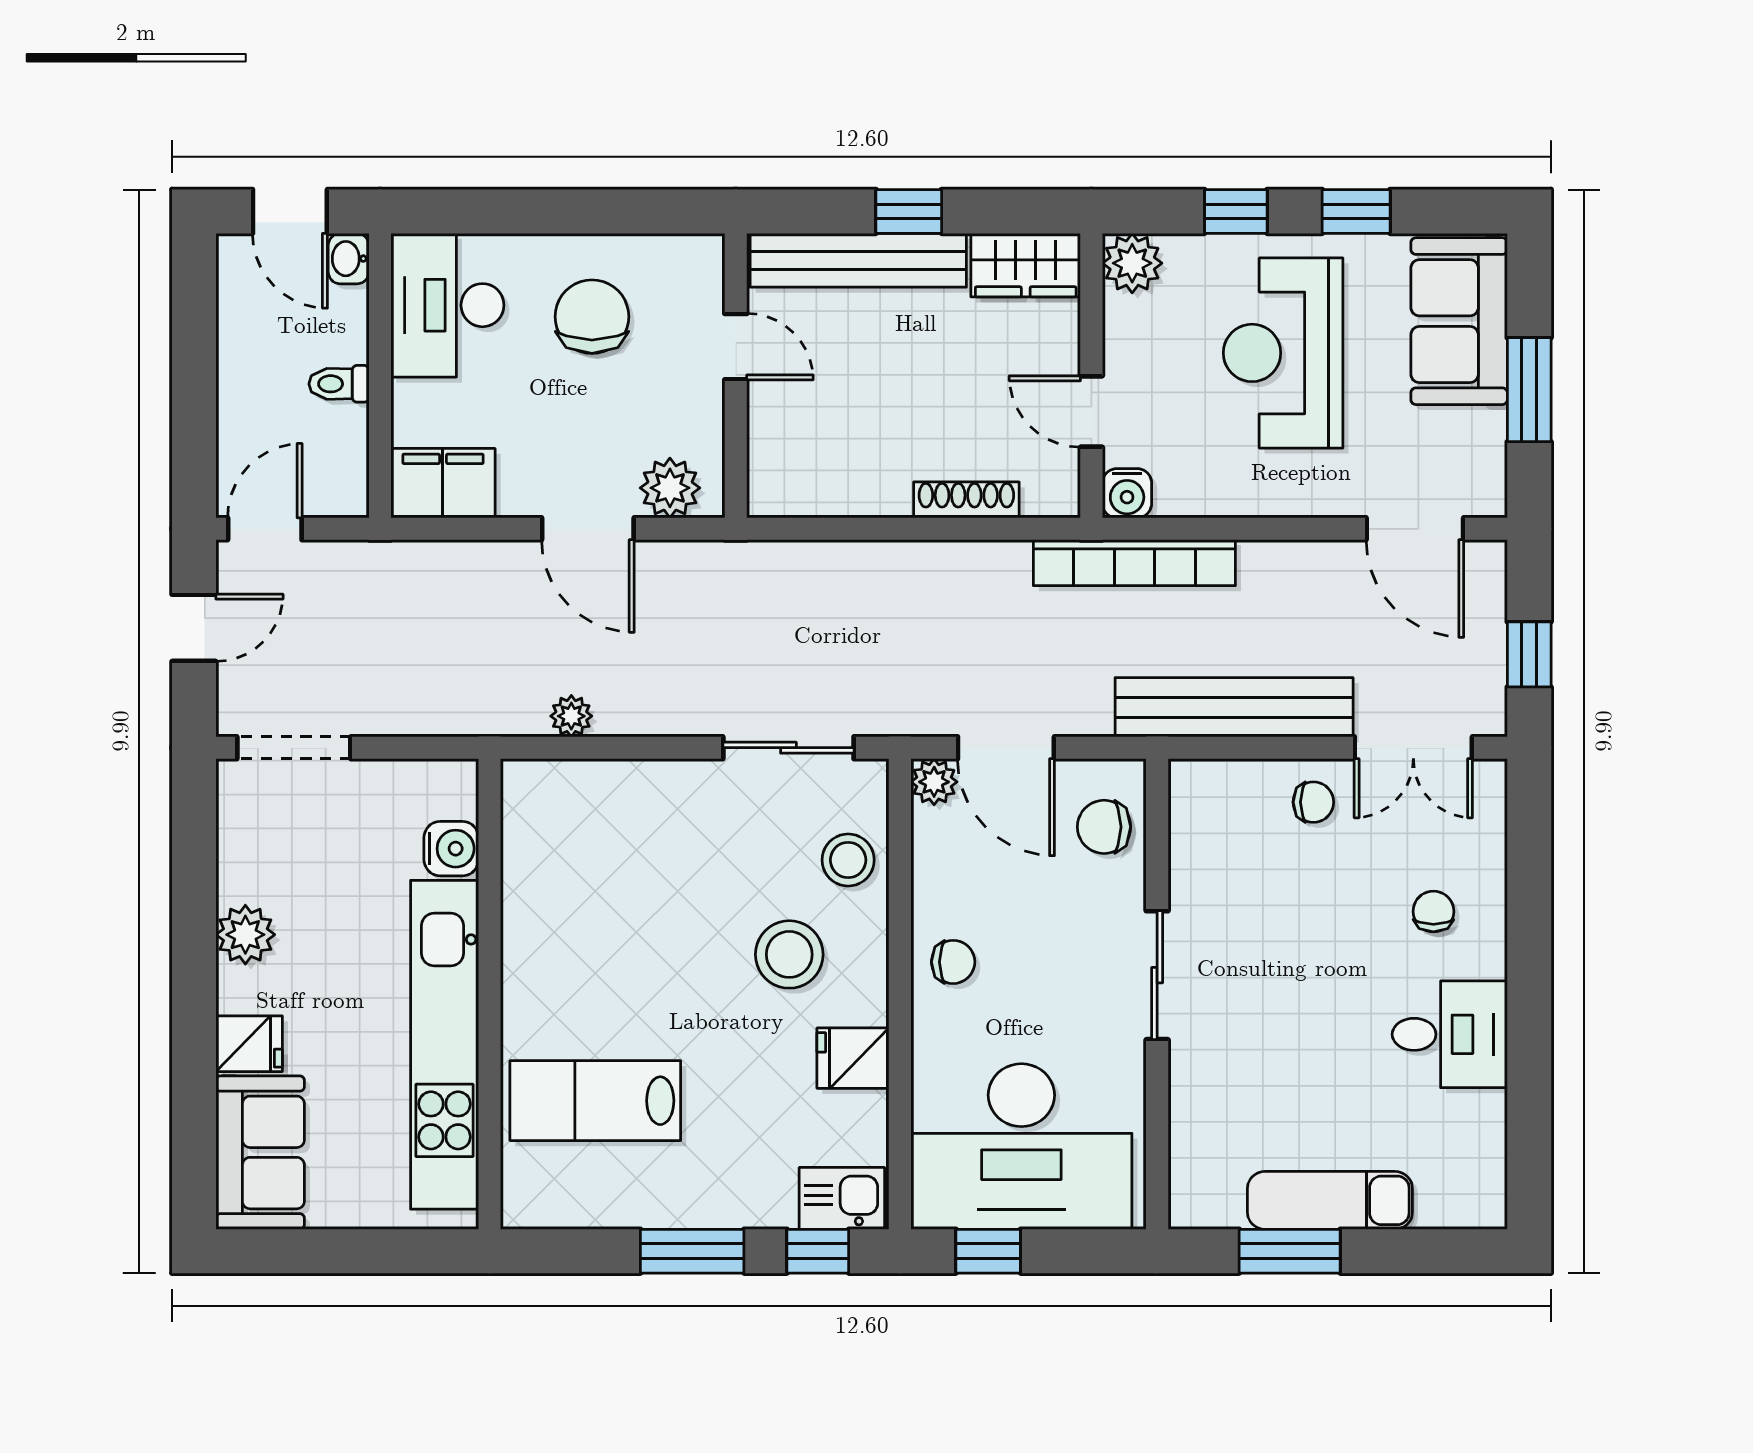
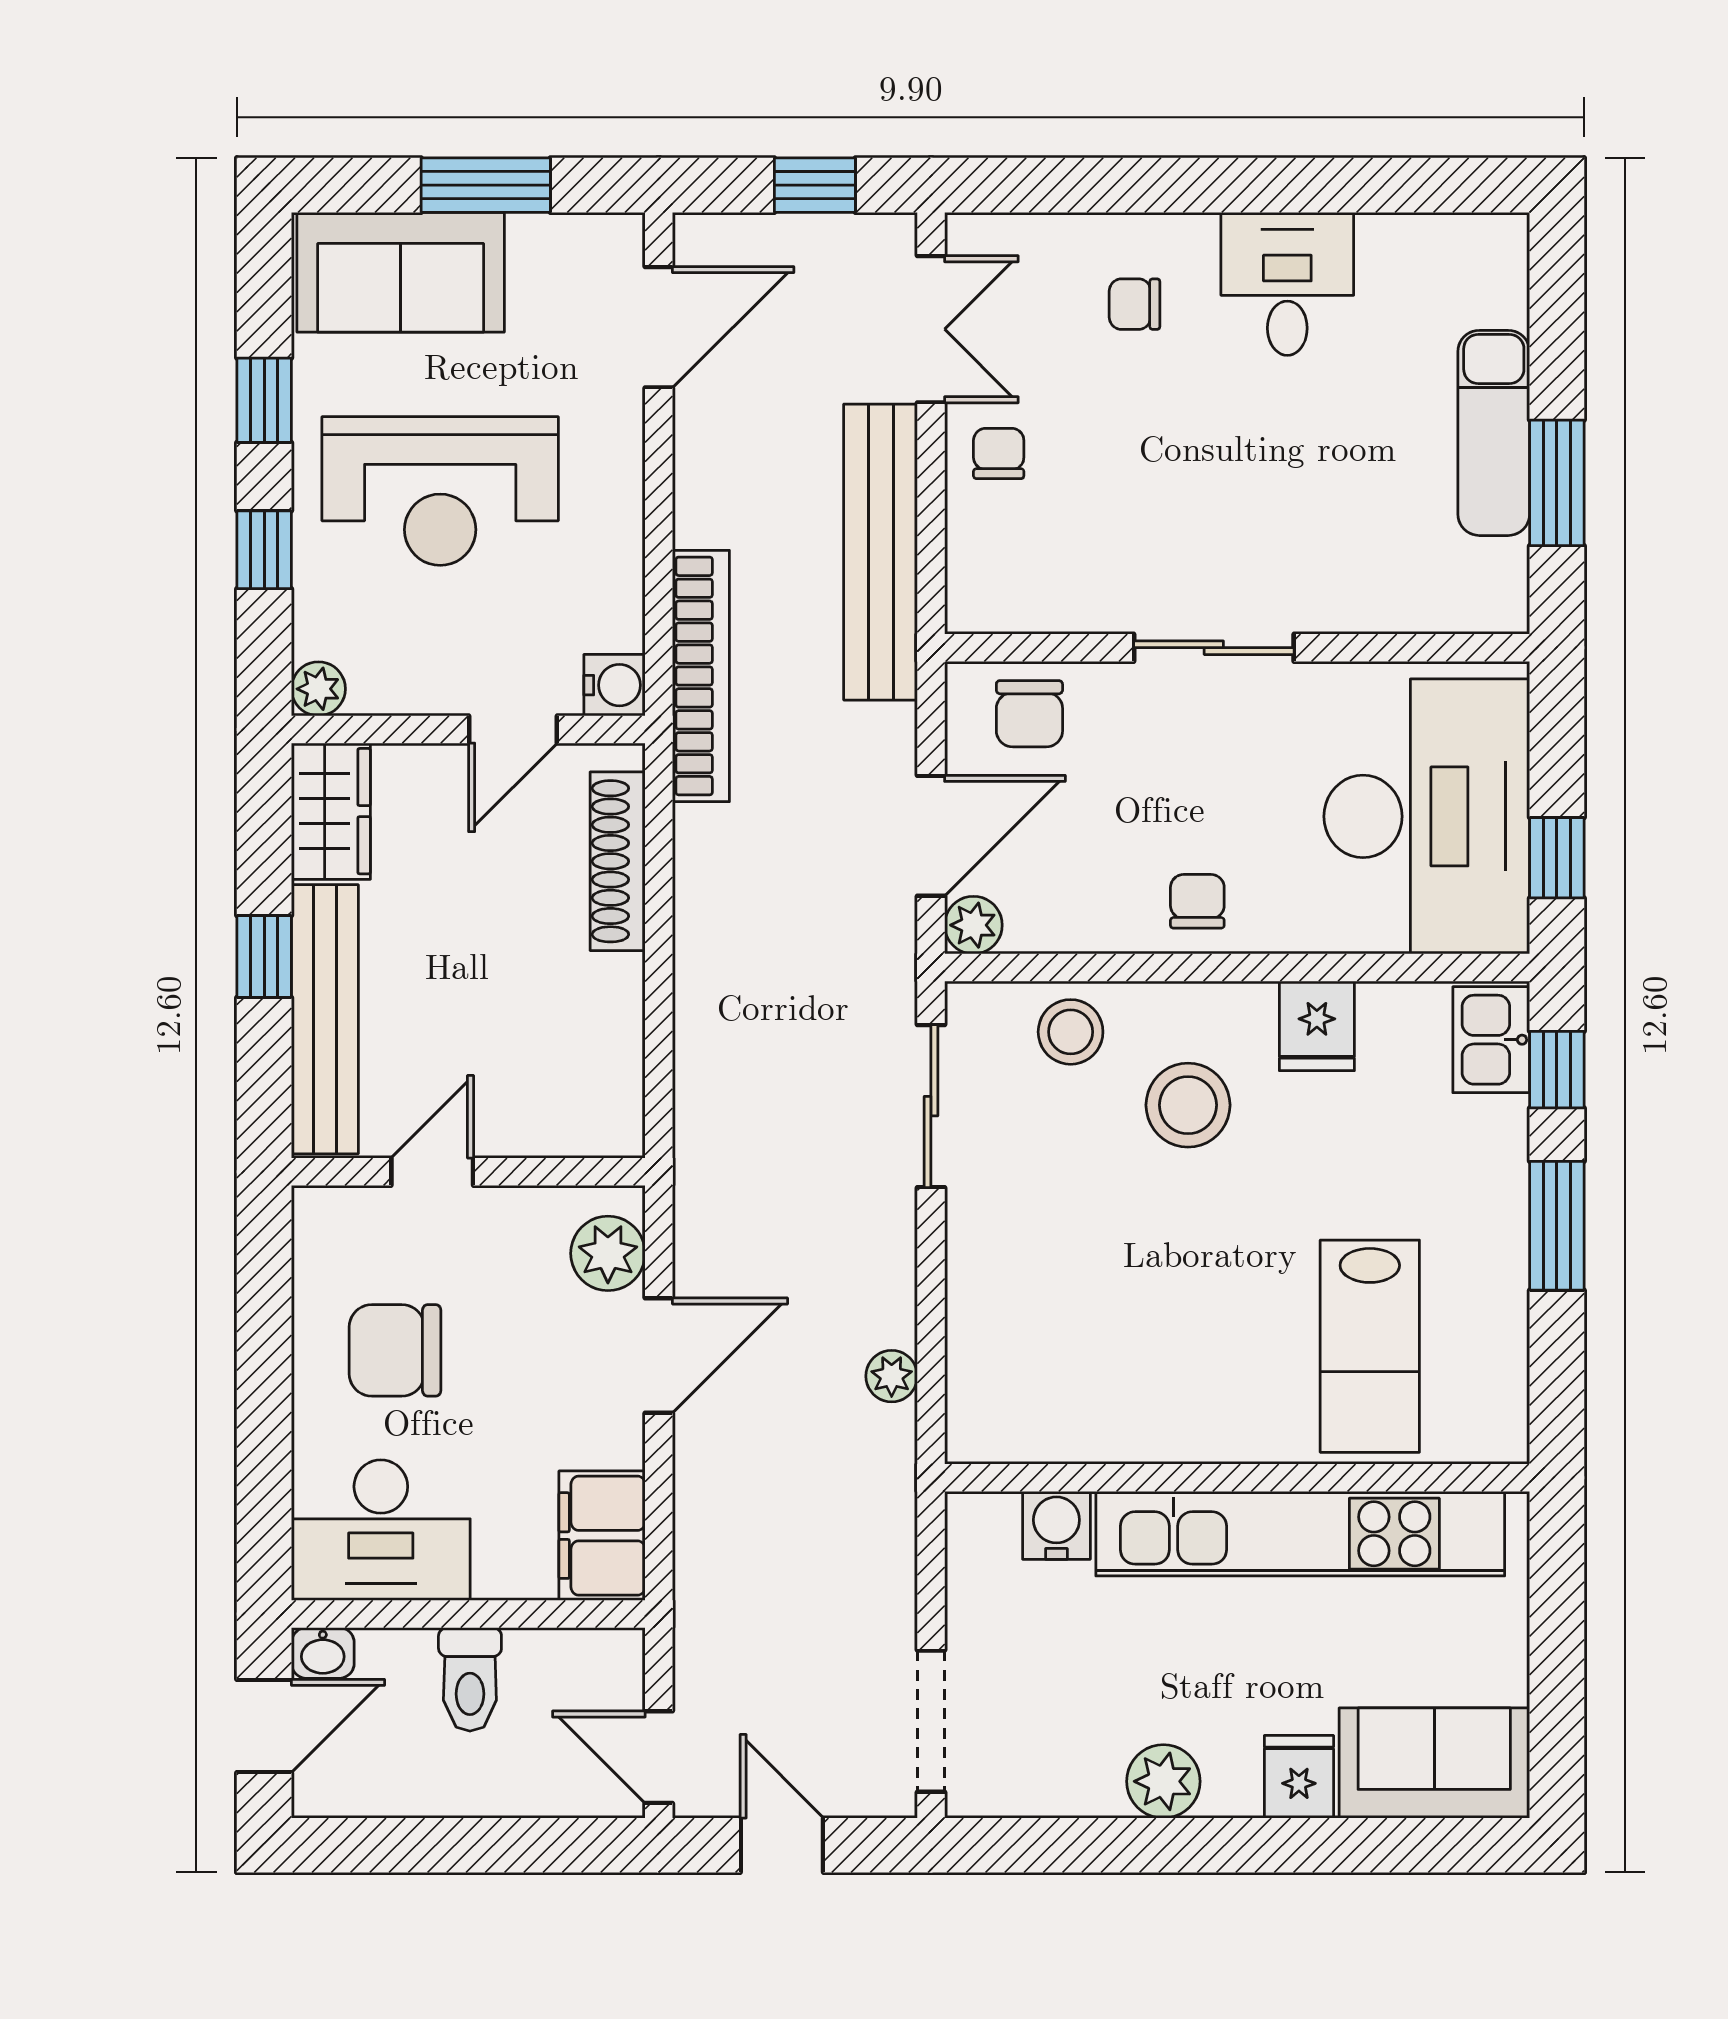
plant: (1132, 263) -> (318, 689), width x0.73, depth x0.73
toilet: (339, 384) -> (470, 1679), width x1.37, depth x1.39
shoe rack: (966, 500) -> (618, 861), width x1.36, depth x1.24

